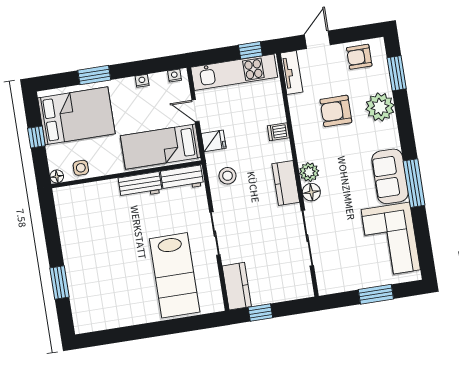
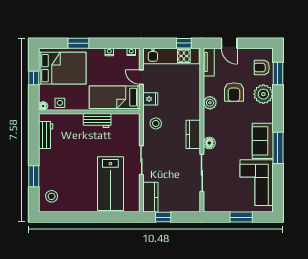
door: (317, 40) -> (229, 43), swing flipped
armchair: (359, 57) -> (262, 68), moved
armchair: (336, 111) -> (234, 92), turned -90
dishwasher: (278, 132) -> (194, 100), removed
plant: (309, 172) -> (210, 103), moved
workbench: (182, 178) -> (46, 135), moved, turned -90
stool: (90, 308) -> (52, 196), added

